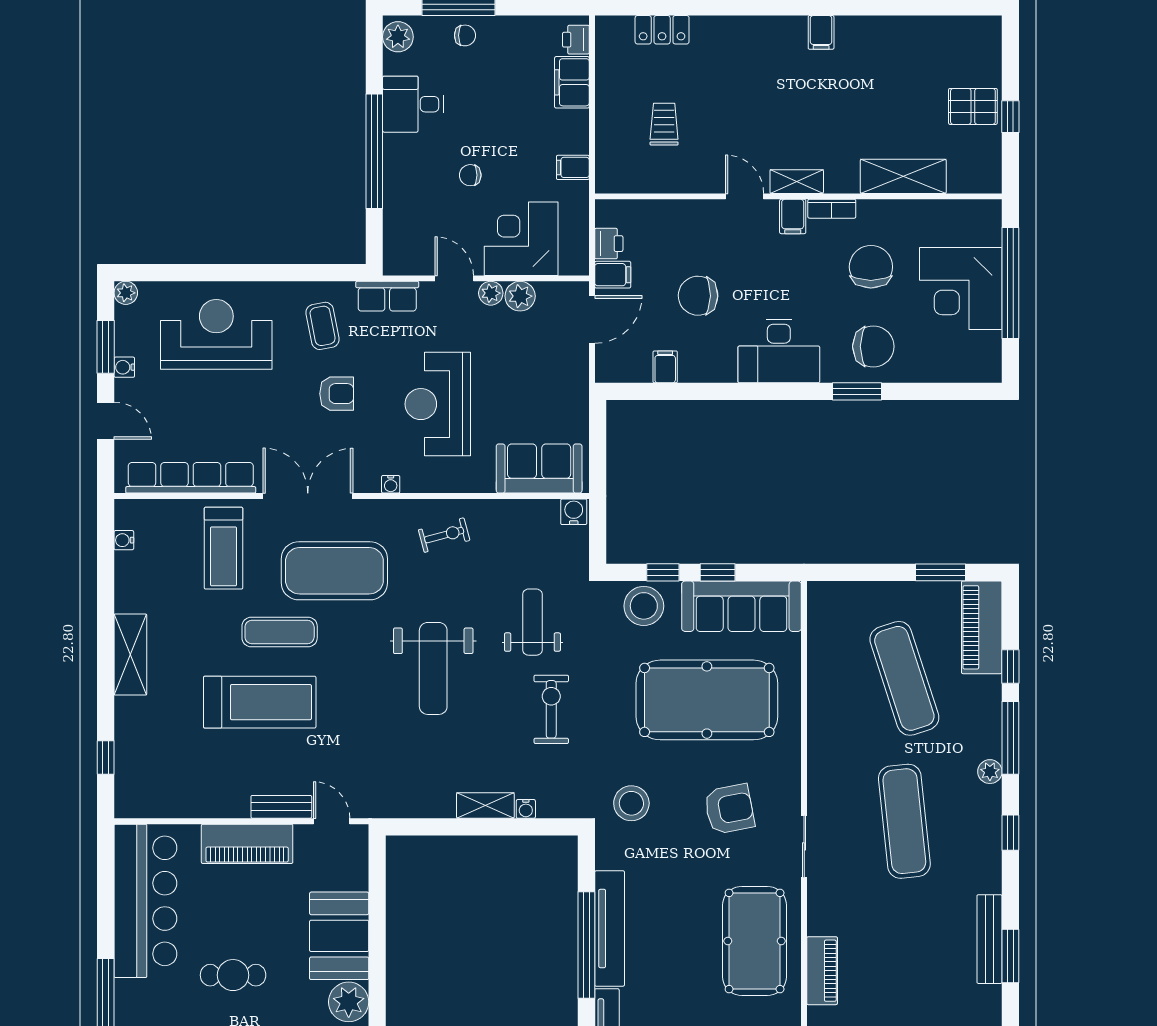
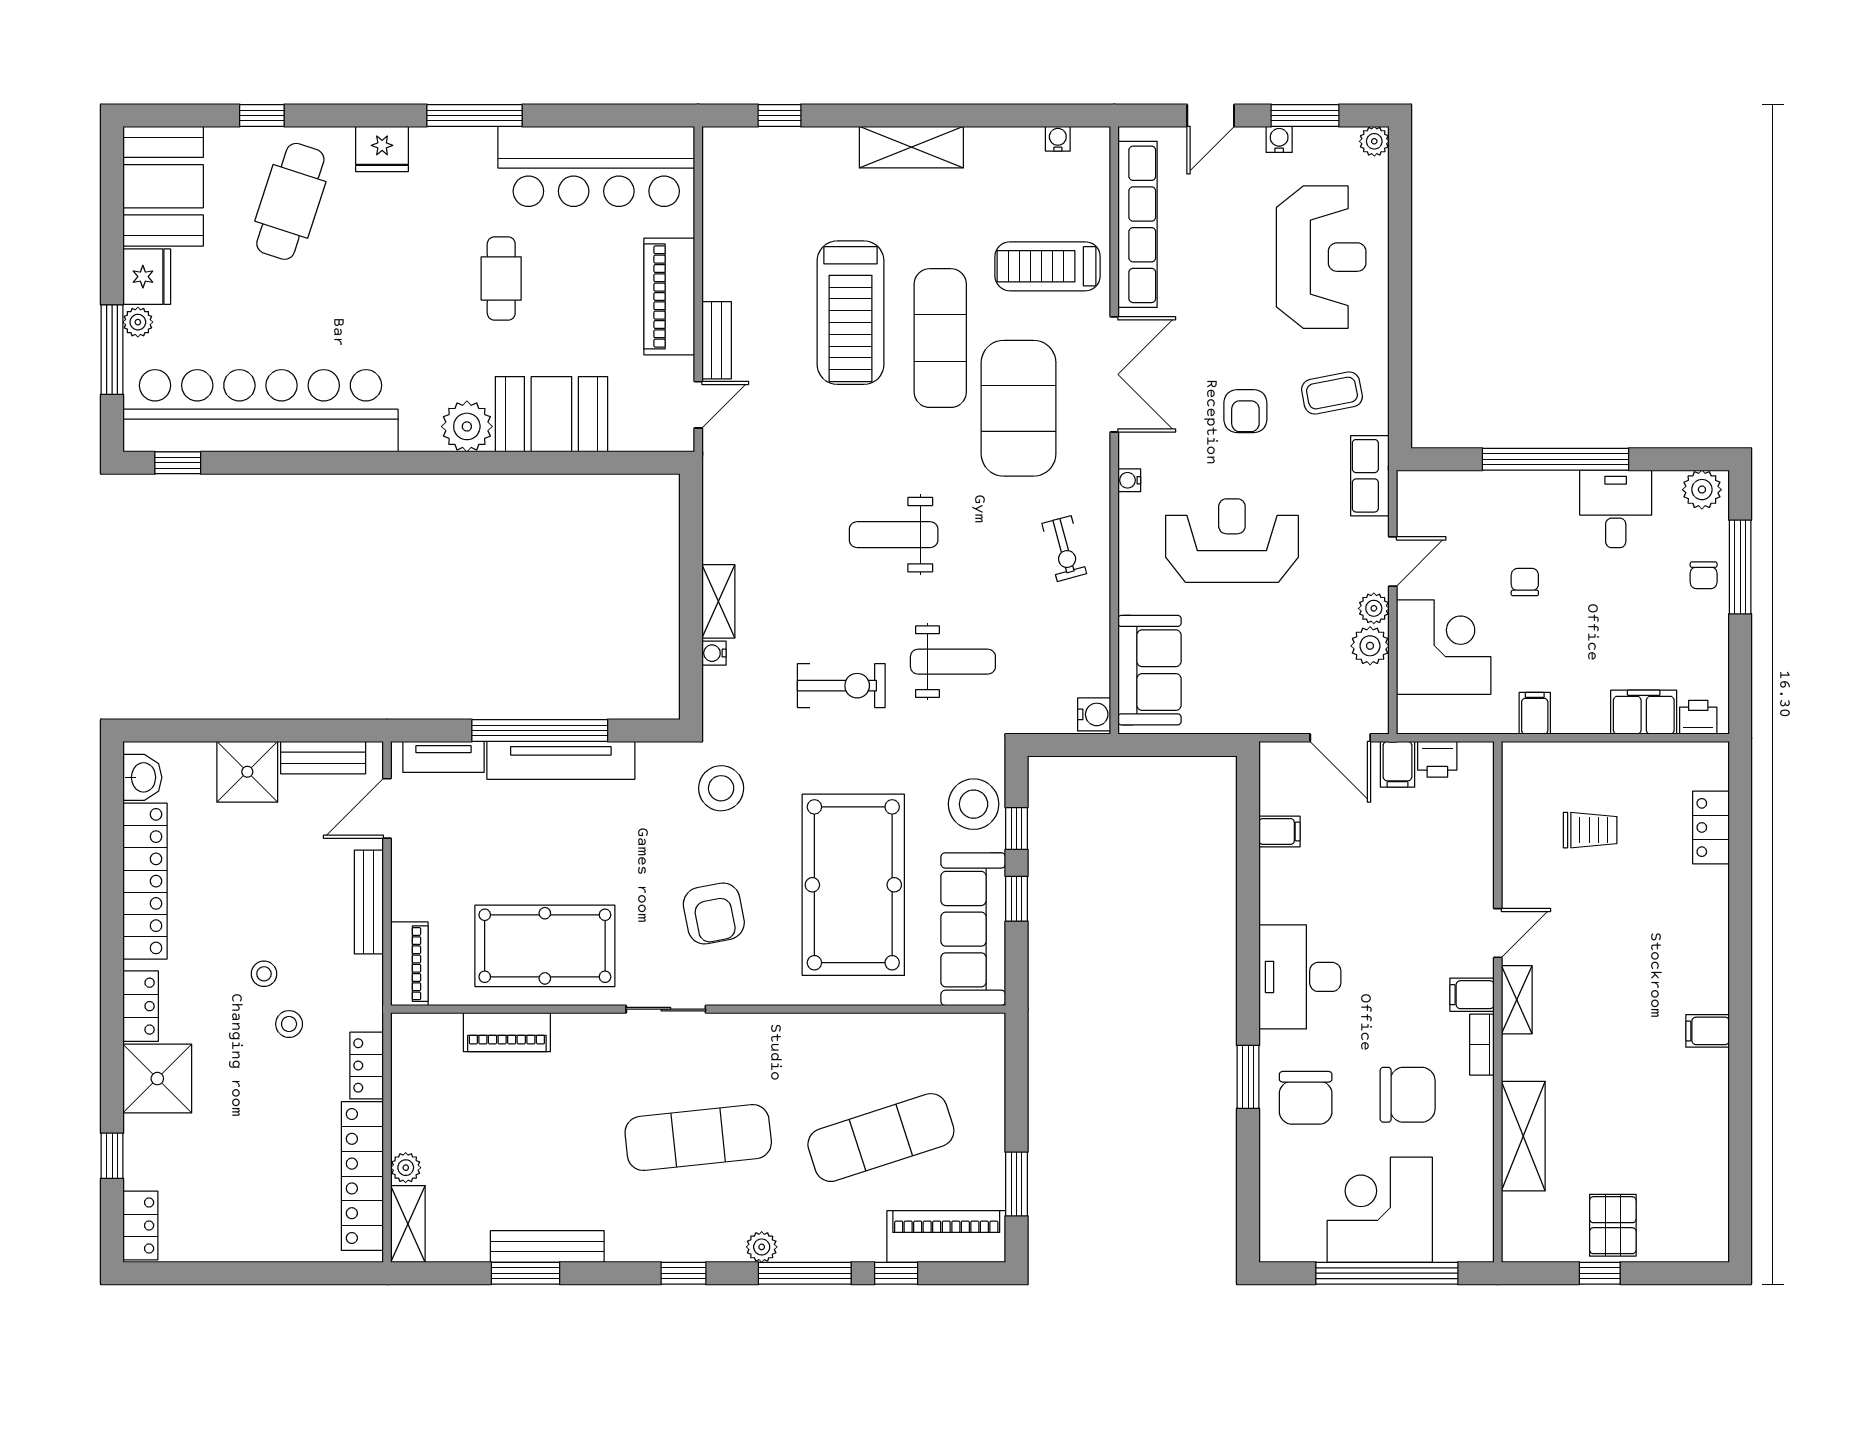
chair: (698, 296) -> (1371, 874), removed
exercise mat: (280, 632) -> (940, 338), width x1.36, depth x1.45
weight bench: (433, 668) -> (894, 535), width x0.73, depth x0.75

